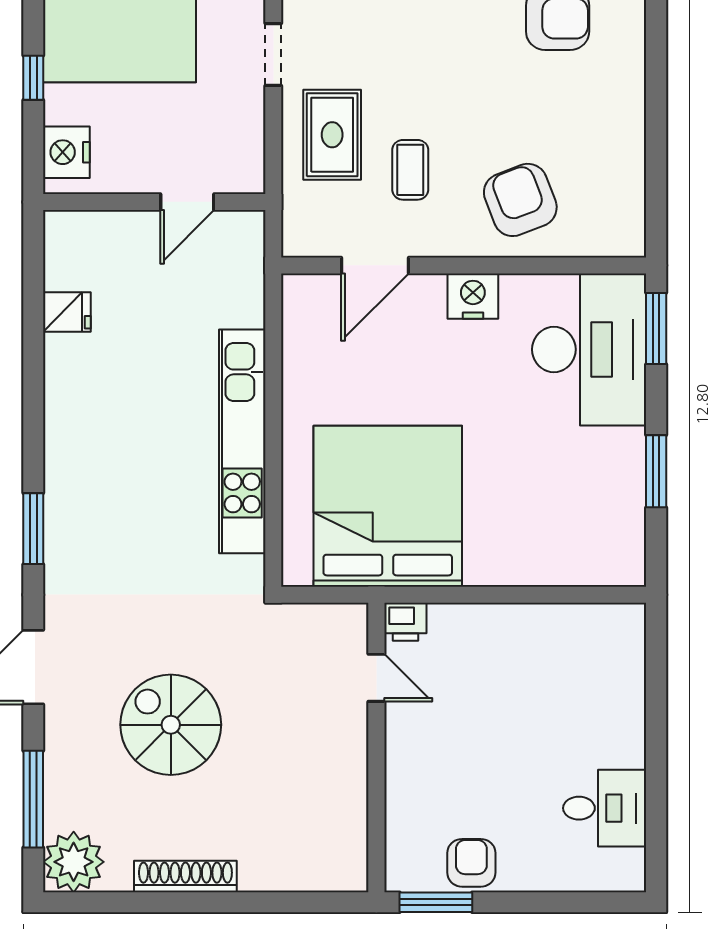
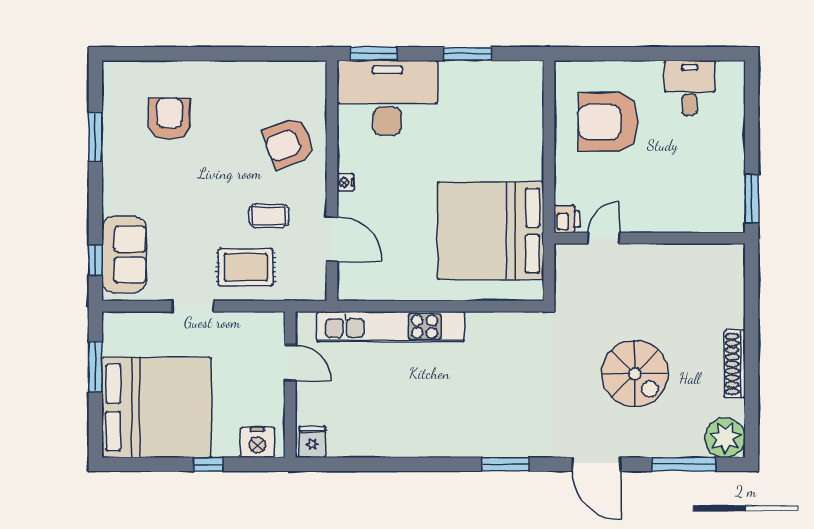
nightstand: (473, 296) -> (346, 182), width x0.53, depth x0.56
fridge: (67, 312) -> (312, 442), moved
kitchen unit: (242, 441) -> (391, 327), moved
spiral stairs: (171, 725) -> (635, 374), turned -90
armchair: (471, 863) -> (608, 122), moved, width x1.88, depth x1.88

